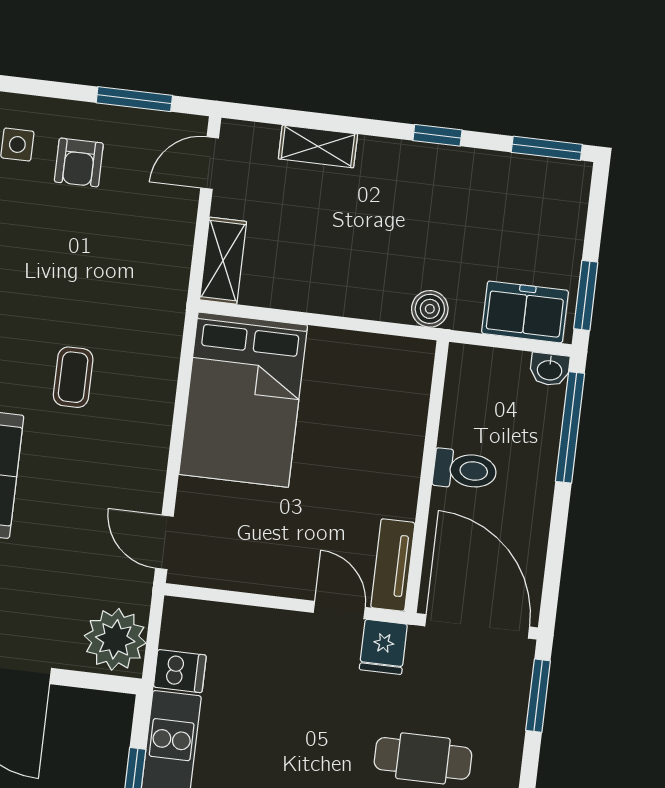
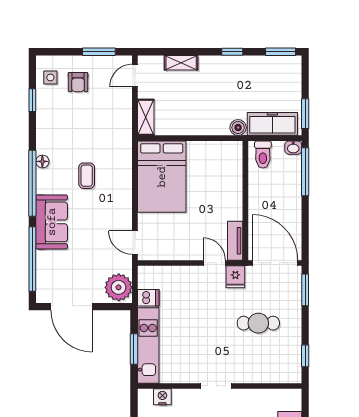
freezer: (525, 312) -> (272, 124), width x1.40
toilet: (465, 470) -> (263, 154), moved, turned 90

